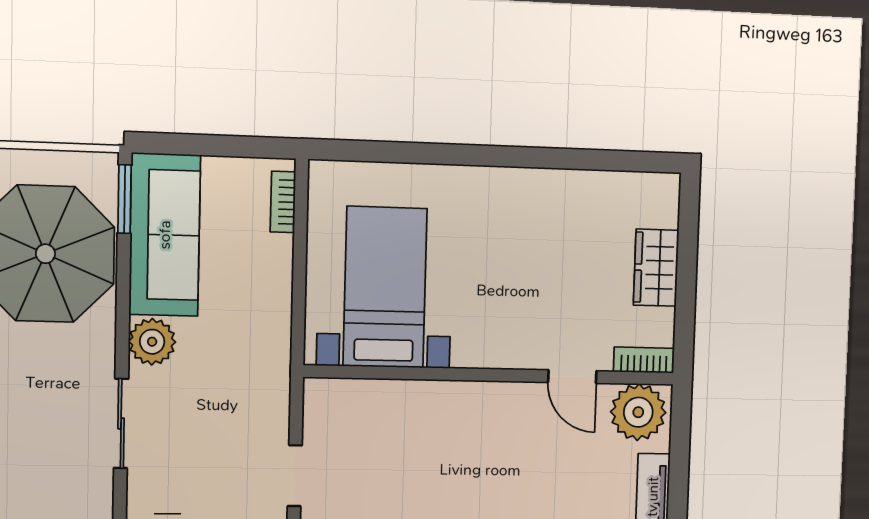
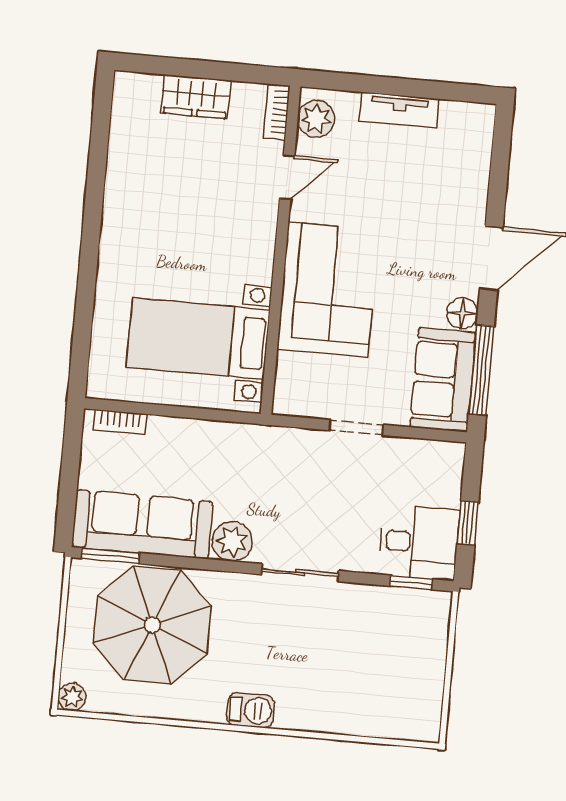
plant: (638, 412) -> (316, 119), width x0.73, depth x0.73
corner sofa: (450, 432) -> (328, 289), added

